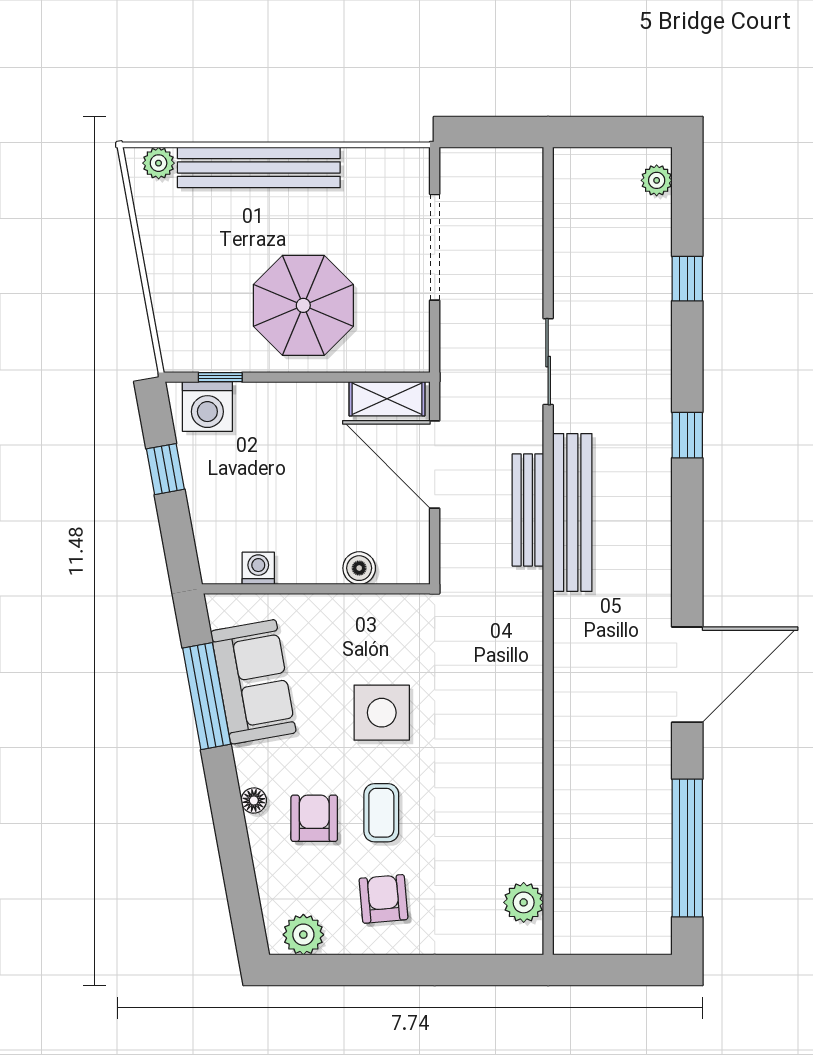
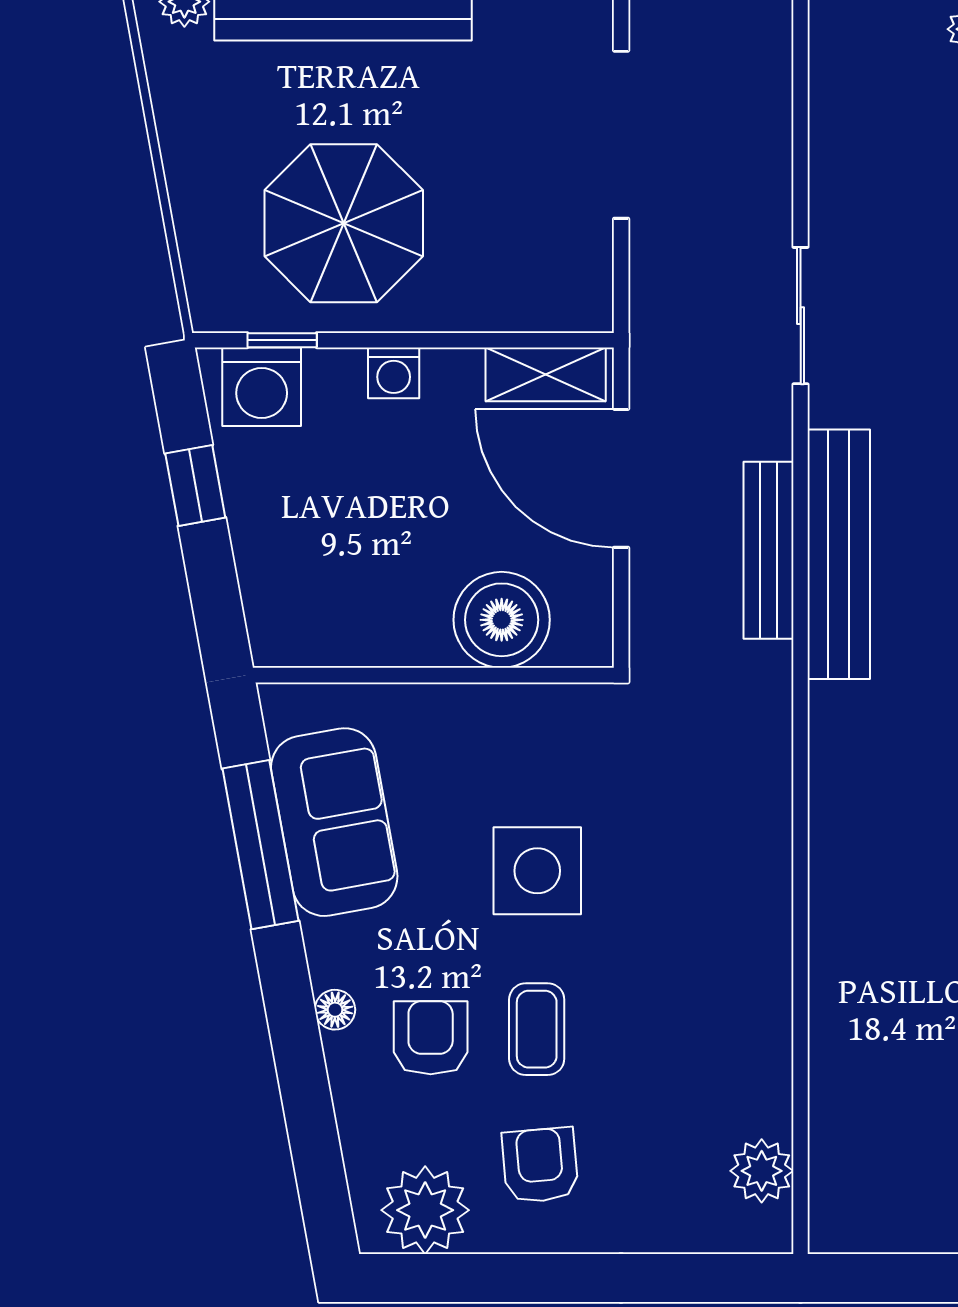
parasol: (303, 305) -> (344, 223), moved
washing machine: (258, 568) -> (394, 373), moved, turned 180
boiler: (359, 568) -> (502, 620), width x1.86, depth x1.86
plant: (303, 935) -> (425, 1210), width x1.36, depth x1.36

